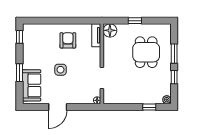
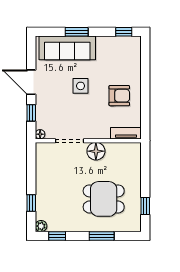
window: (135, 21) -> (145, 206), moved
floor lamp: (110, 30) -> (96, 151), moved
window: (174, 77) -> (57, 236), moved
sofa: (32, 85) -> (67, 48), width x1.36
window: (81, 107) -> (31, 113), added

